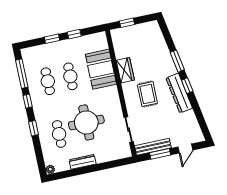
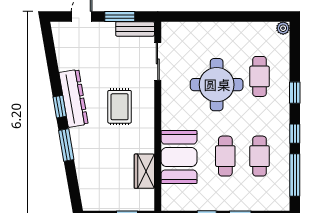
wardrobe: (125, 70) -> (144, 171), moved
bench: (153, 147) -> (135, 29), width x0.73
dresser: (83, 162) -> (234, 29), removed

